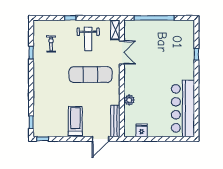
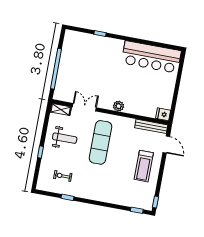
plant: (129, 100) -> (119, 106), moved
treadmill: (75, 121) -> (144, 166), turned -90
fridge: (142, 130) -> (163, 114), moved

